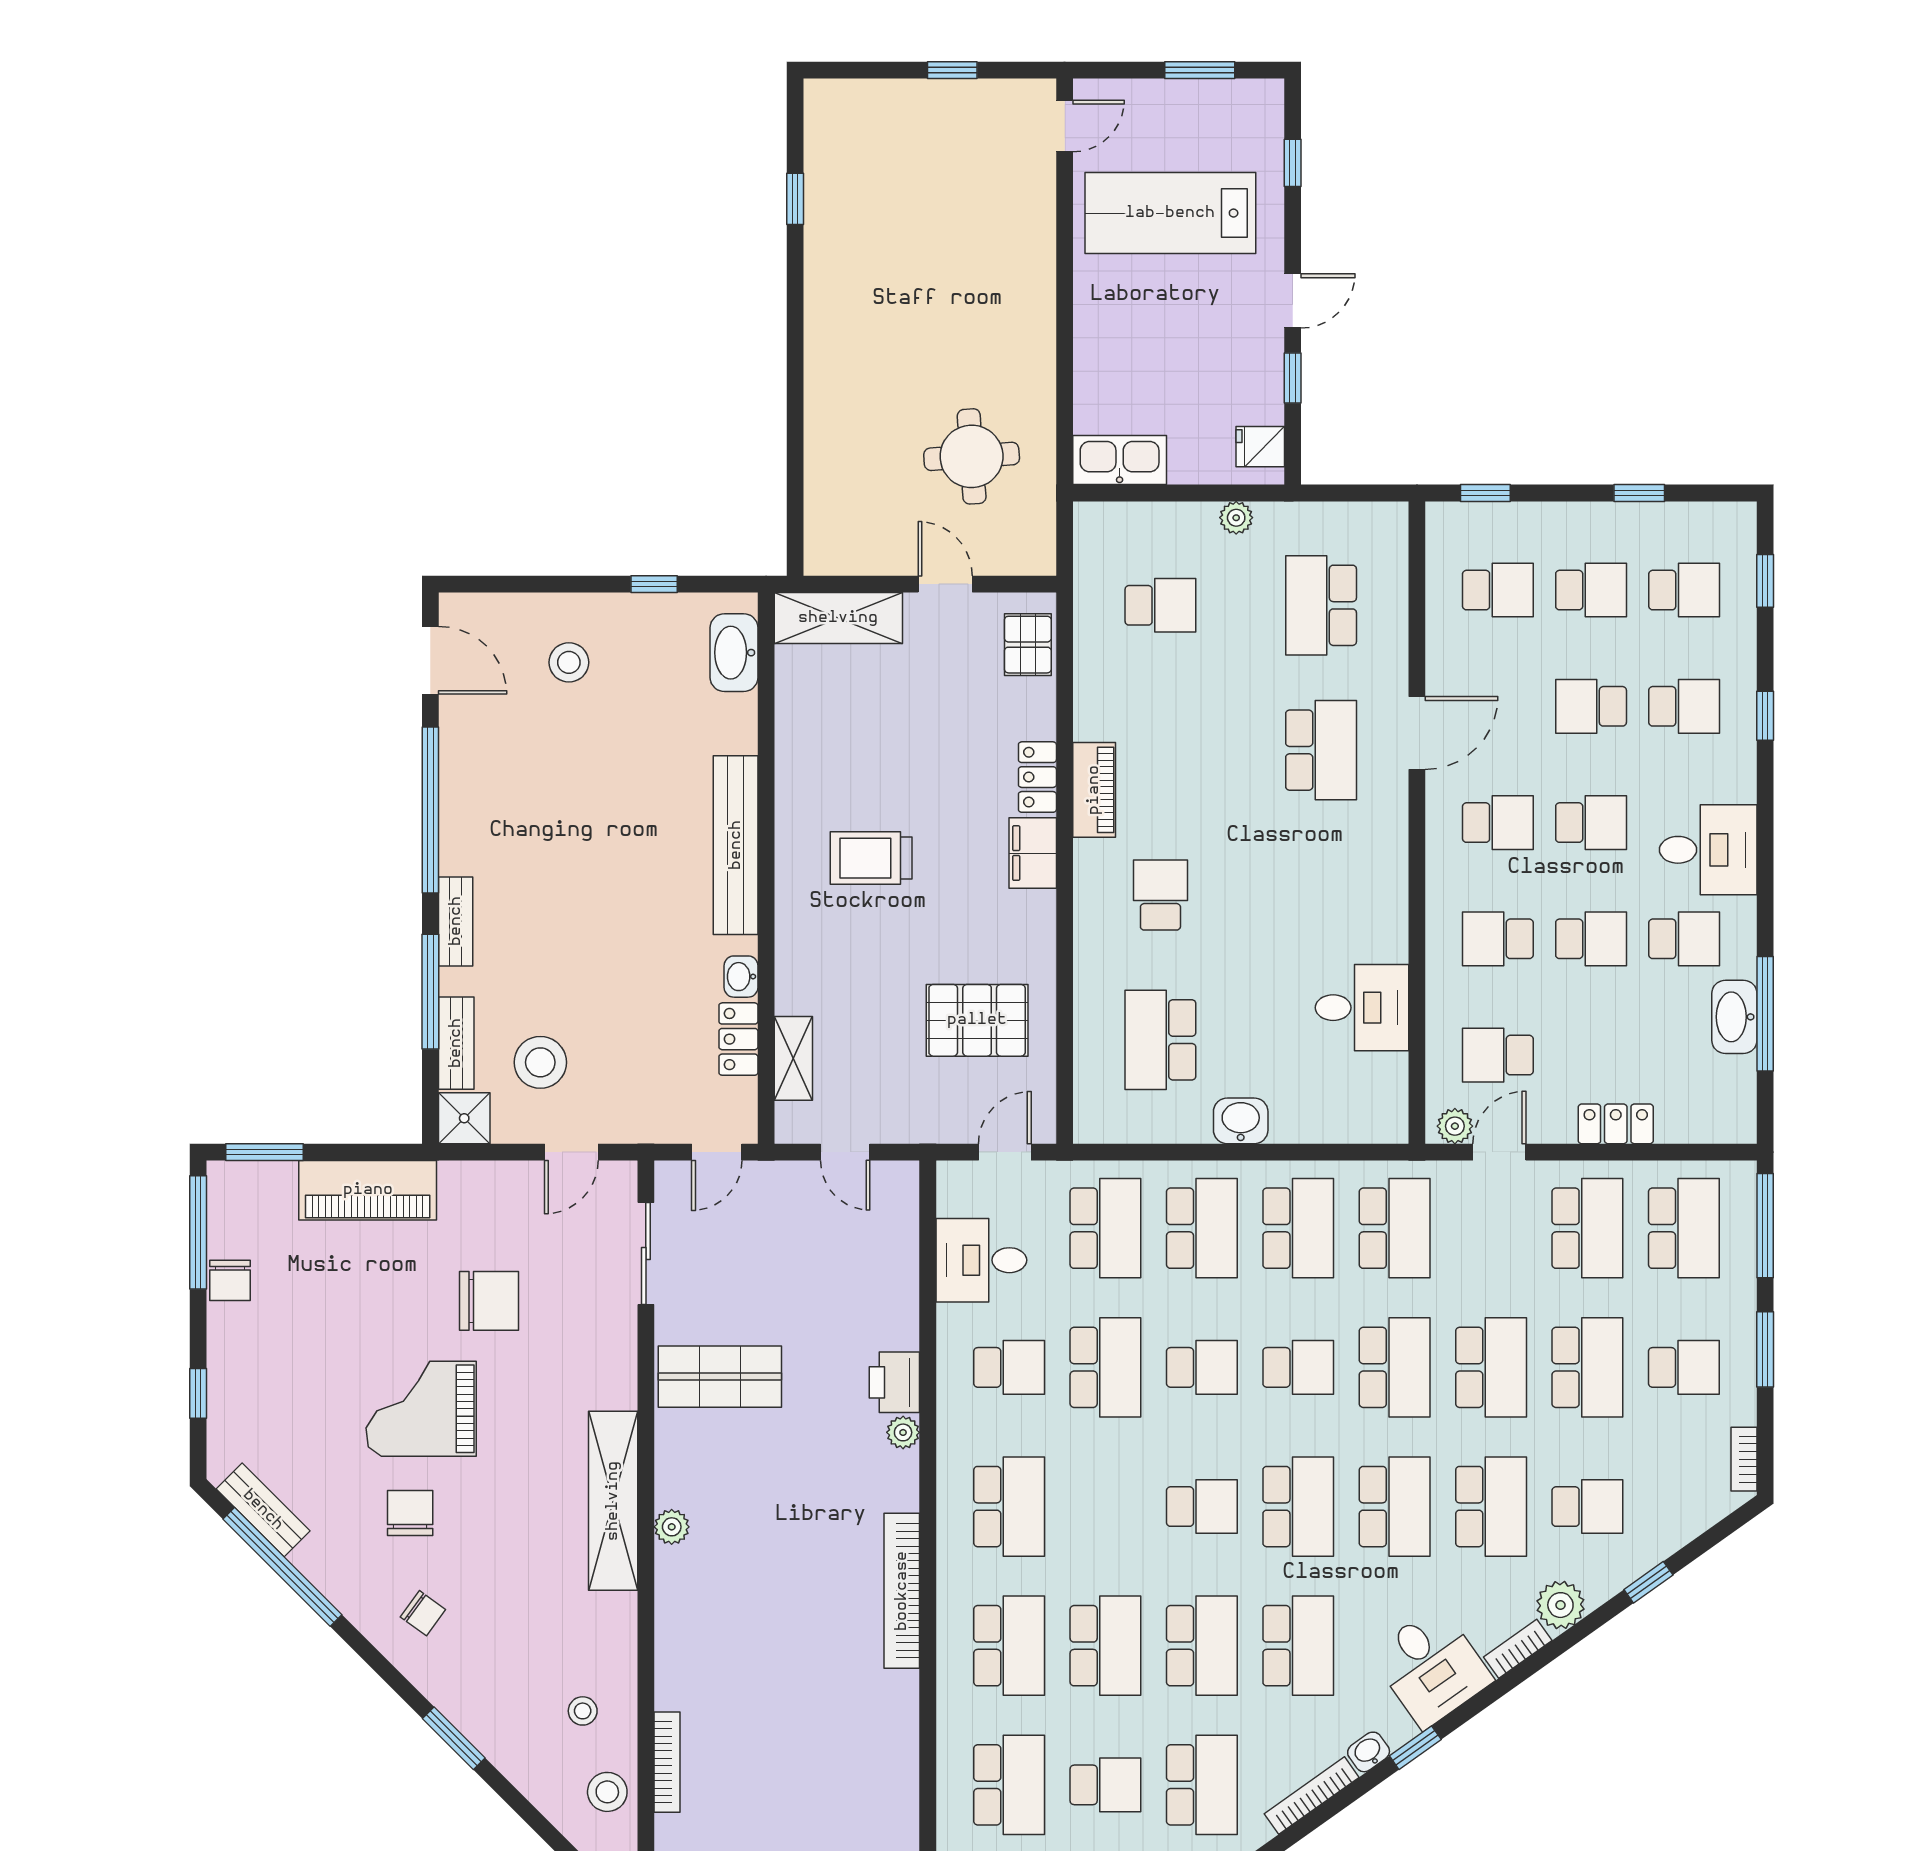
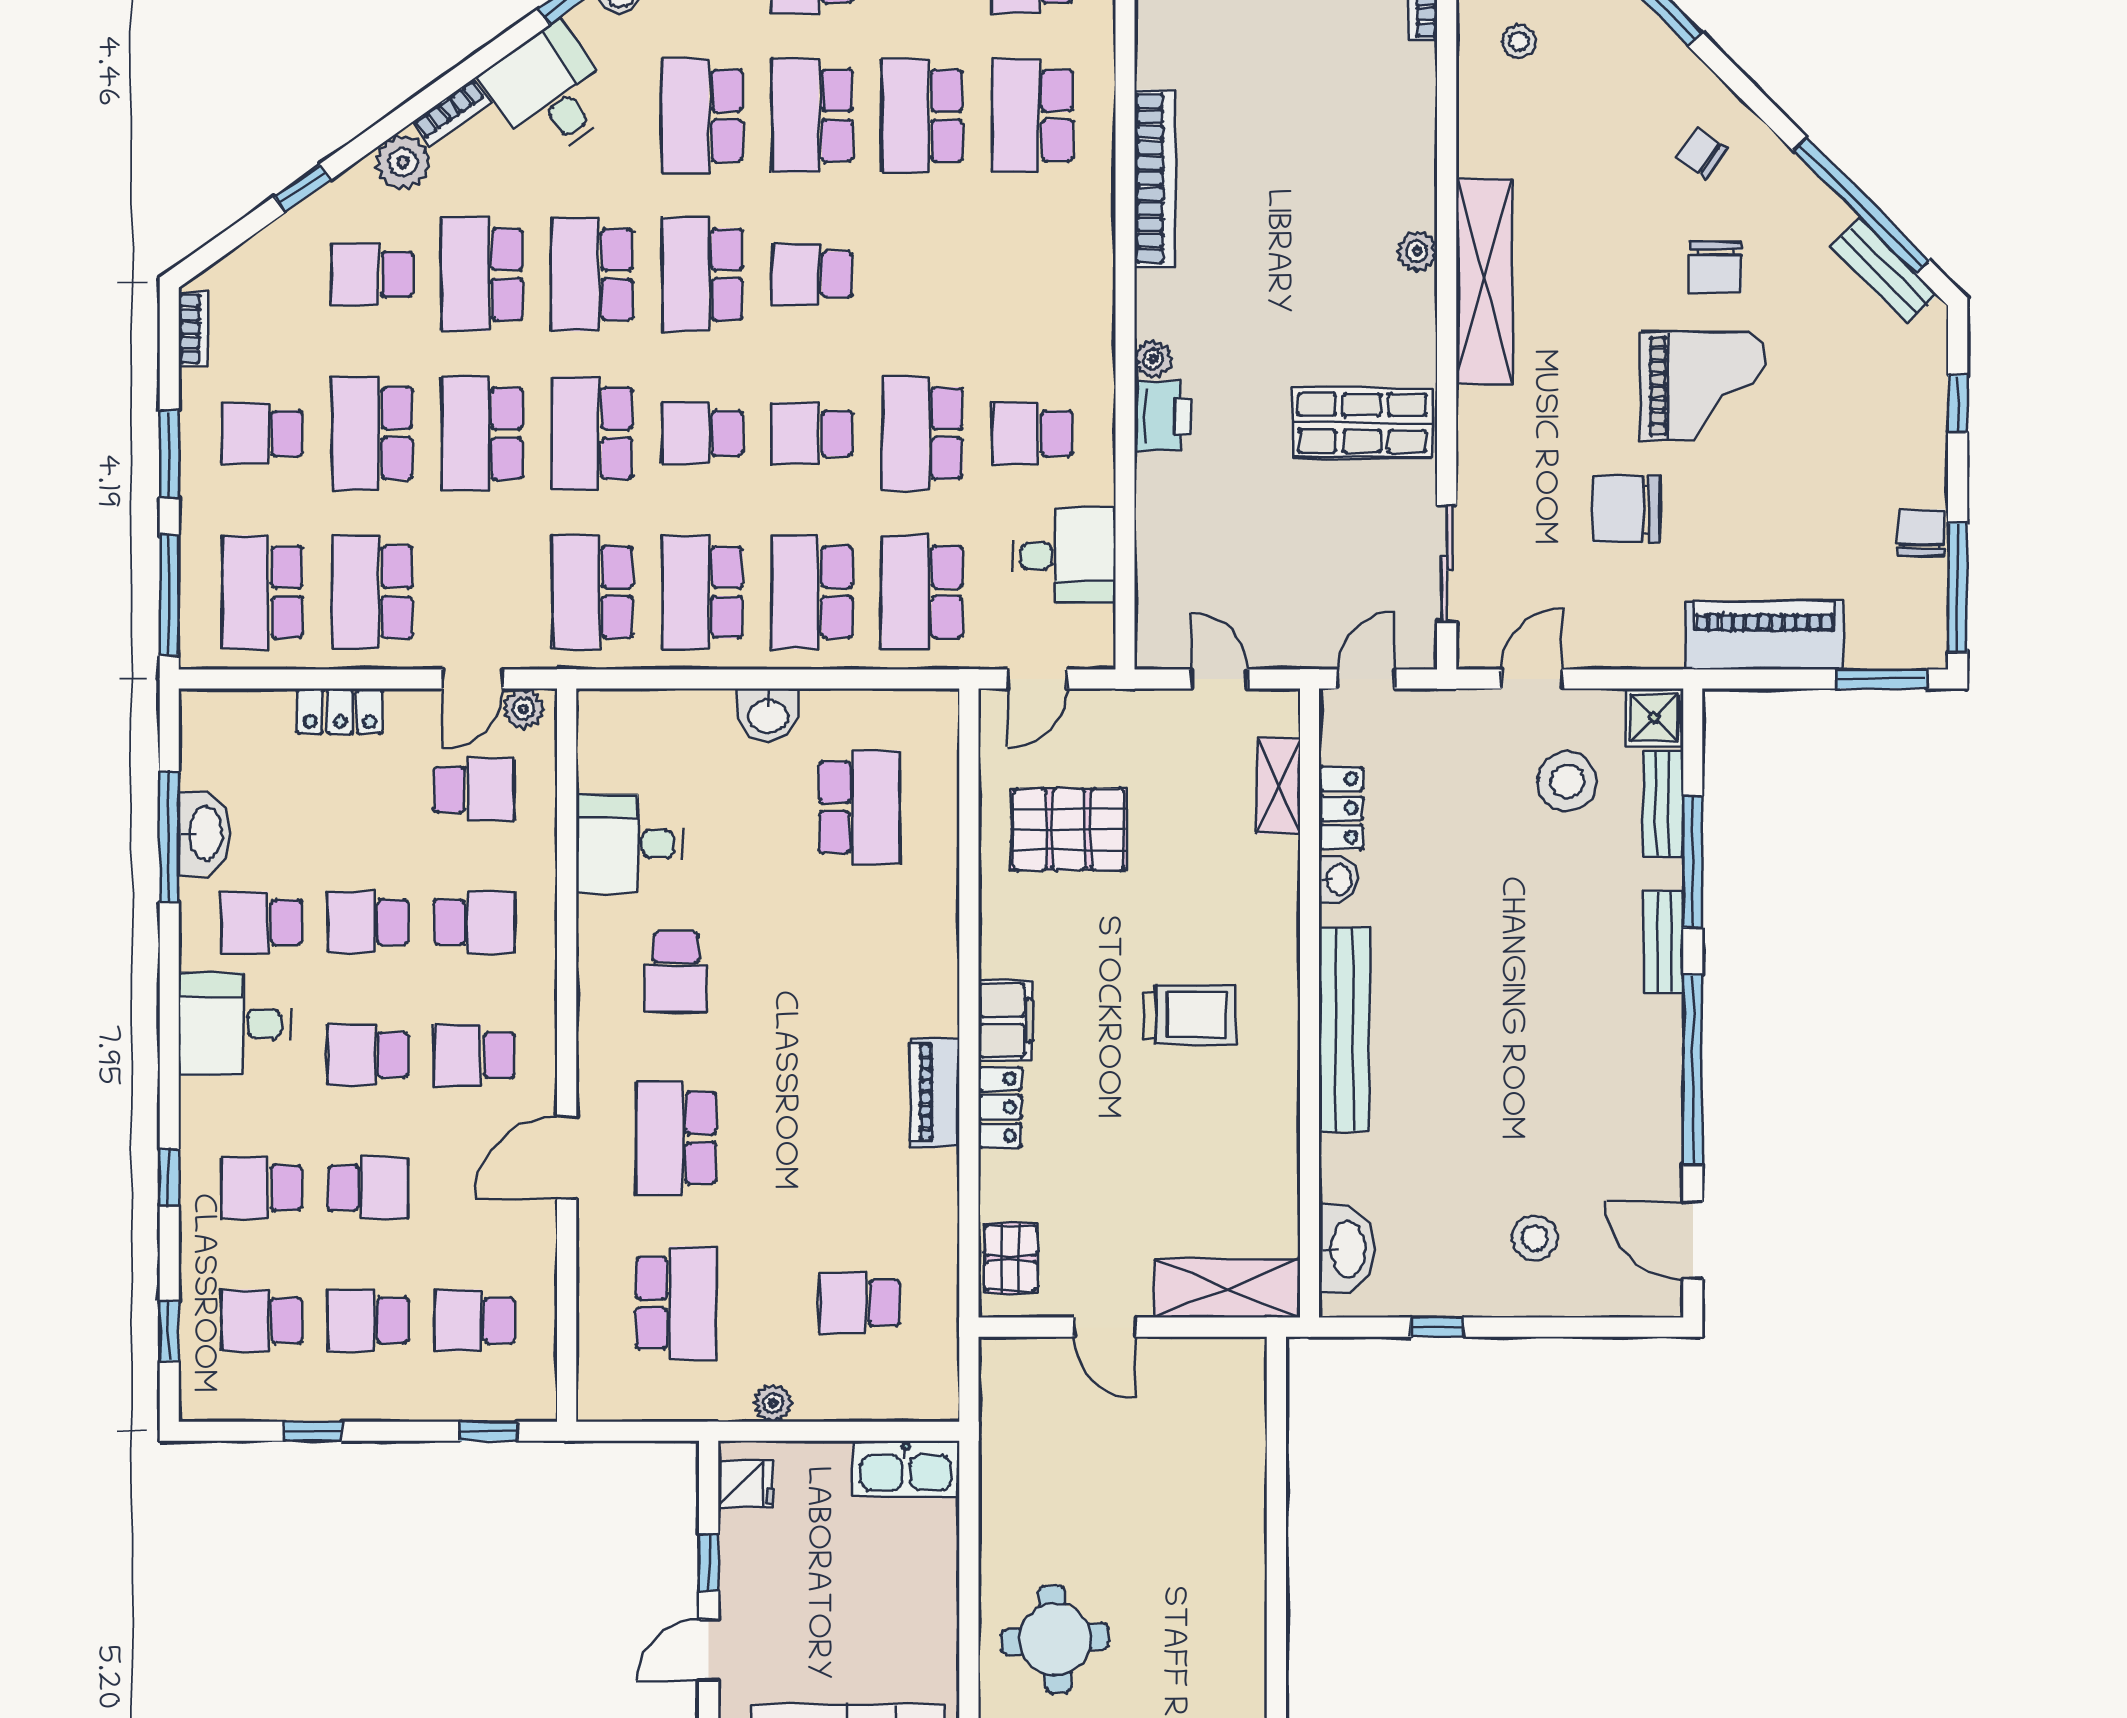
round table: (972, 456) -> (1055, 1639), moved
school desk: (1160, 895) -> (676, 972), moved
school desk: (1009, 1507) -> (1032, 274), removed

